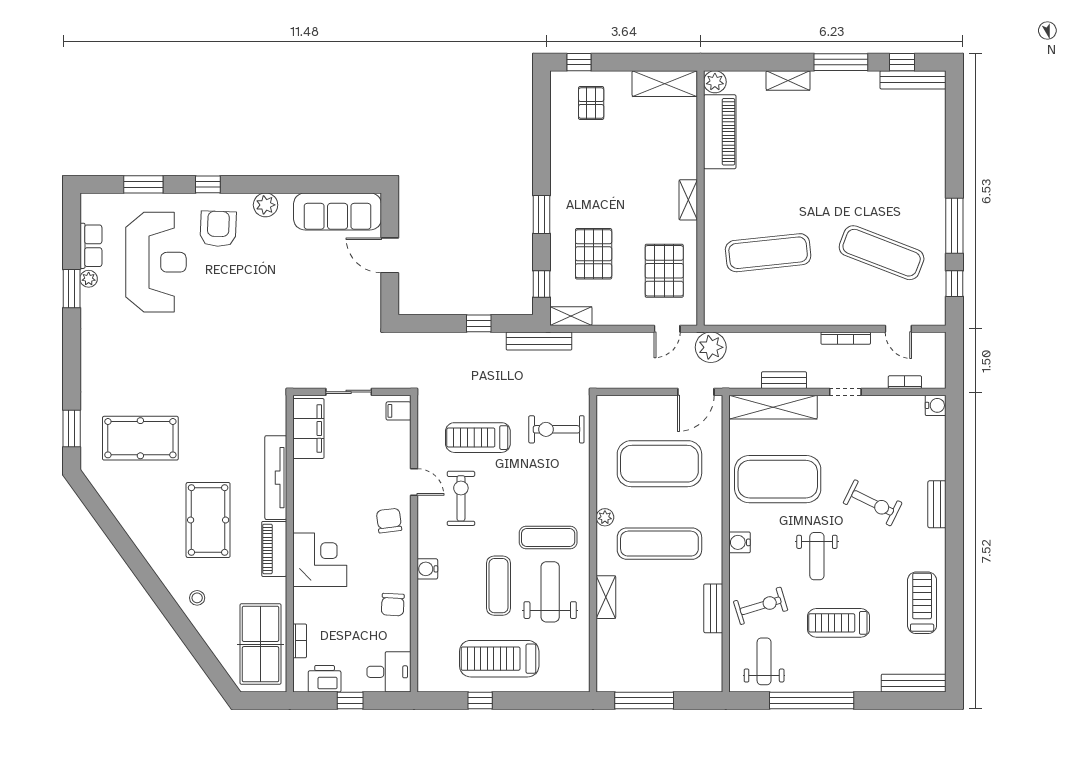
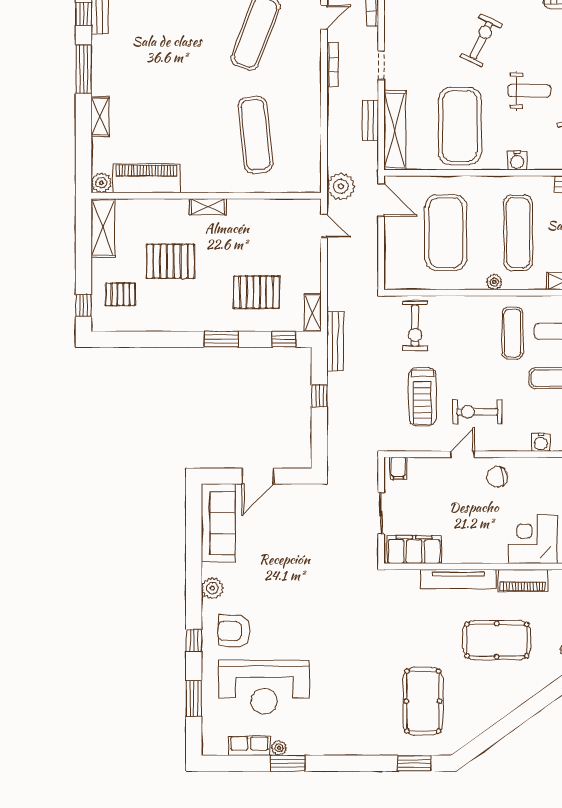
reception desk: (156, 262) -> (264, 687), turned 180
pallet: (664, 271) -> (170, 261), moved

